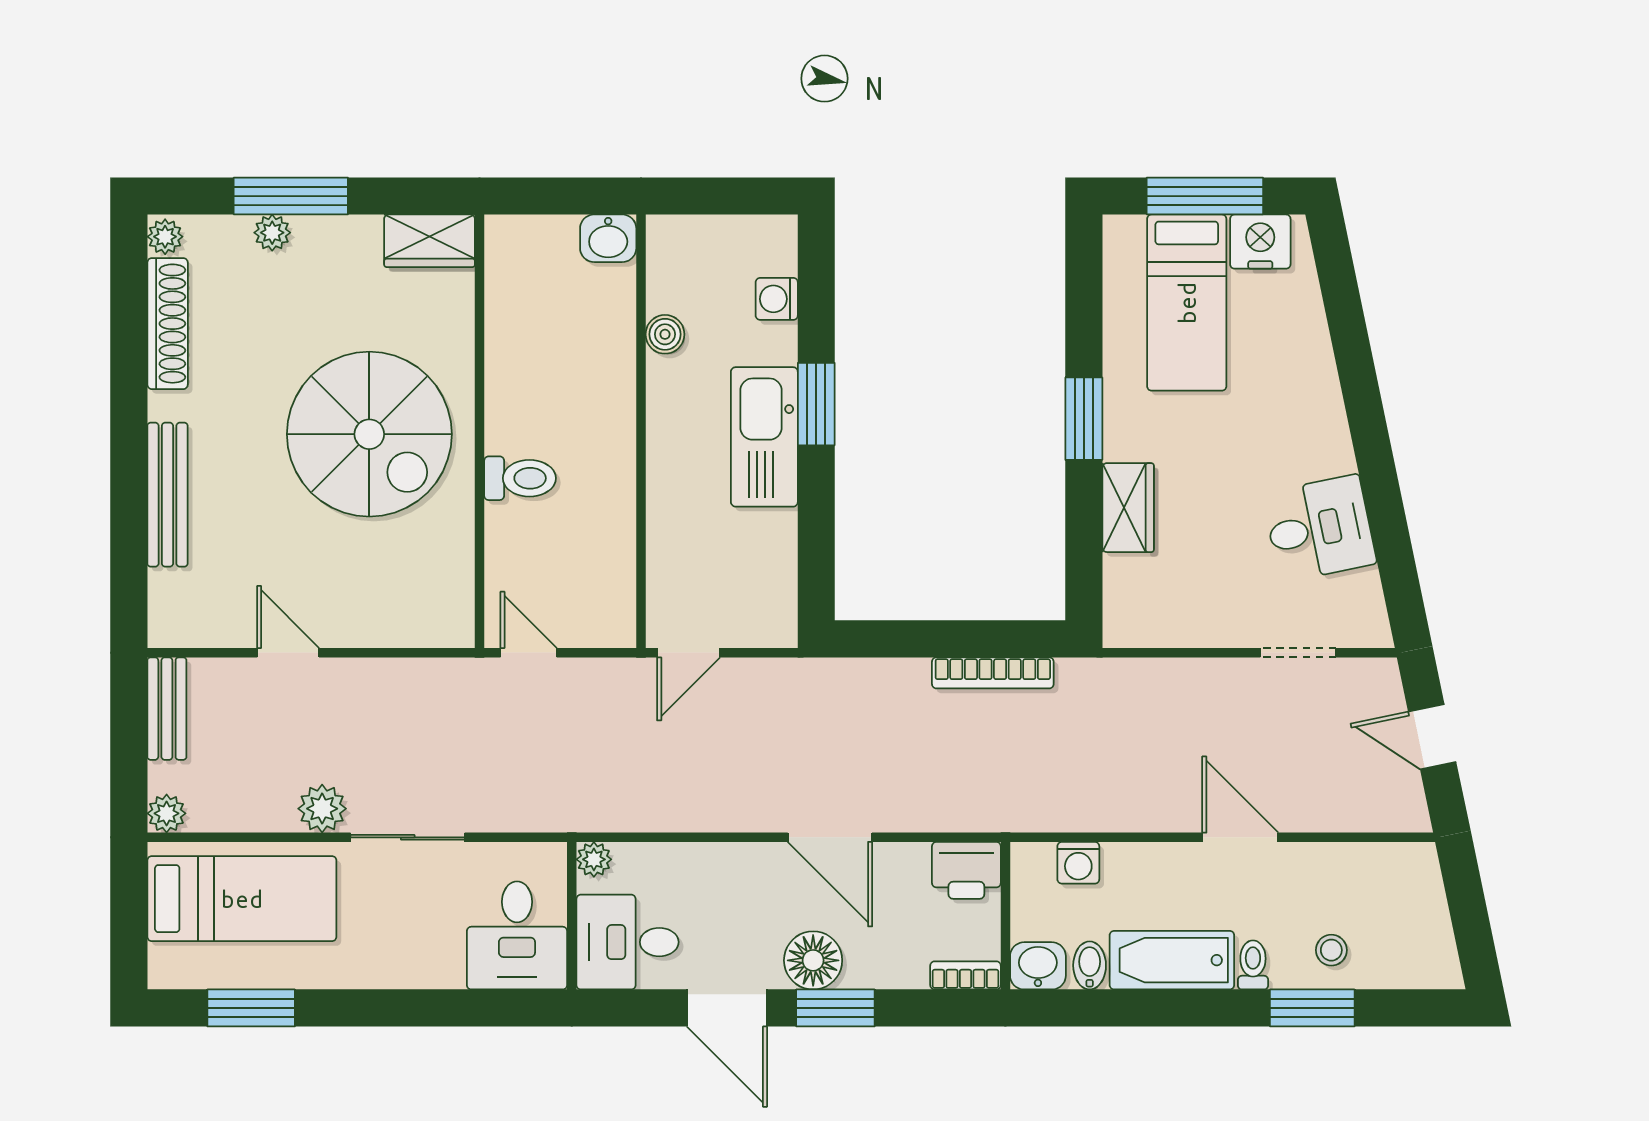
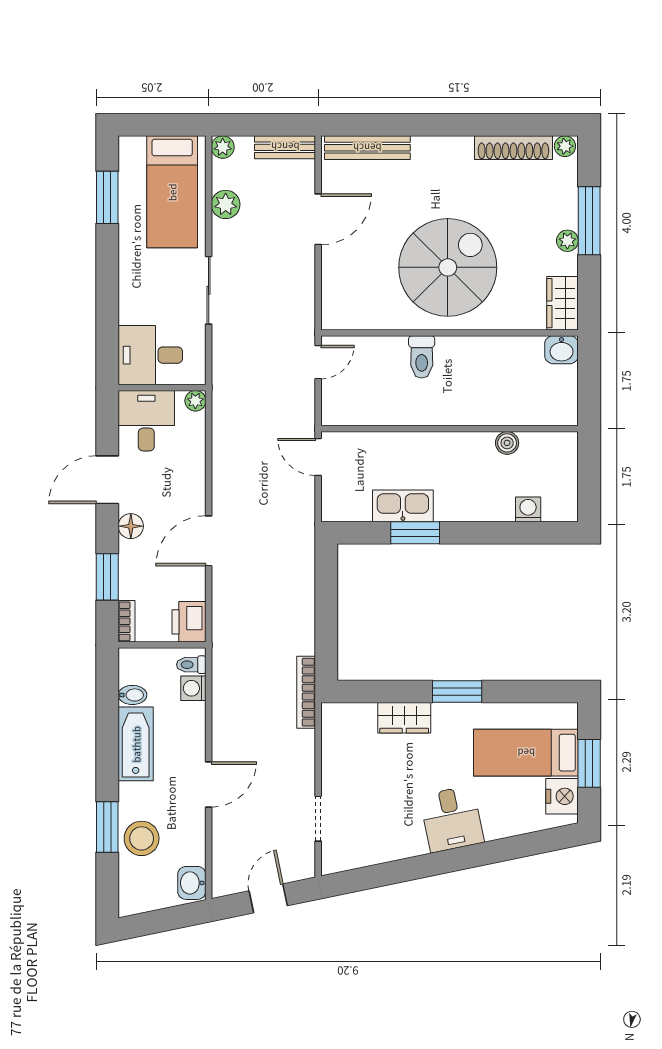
window: (1205, 196) -> (589, 763), width x0.69
plant: (272, 233) -> (567, 241), moved
washbasin: (608, 238) -> (561, 350), moved, turned -90
window: (816, 404) -> (415, 533), moved
spiral stairs: (369, 434) -> (448, 267), turned 180
kitchen sink: (764, 437) -> (403, 506), moved, width x0.73, depth x0.81
bench: (167, 495) -> (367, 148), moved
desk: (1319, 528) -> (452, 819), moved
door: (288, 653) -> (318, 219), width x1.37
bookcase: (993, 673) -> (306, 692), moved
plant: (322, 809) -> (226, 204), moved
stool: (1331, 950) -> (142, 838), width x1.89, depth x1.89
floor lamp: (813, 960) -> (131, 526), width x0.73, depth x0.73
toilet: (1253, 965) -> (191, 665), moved, turned 180
washbasin: (1038, 966) -> (192, 883), moved, turned 180
window: (835, 1008) -> (107, 577), moved

